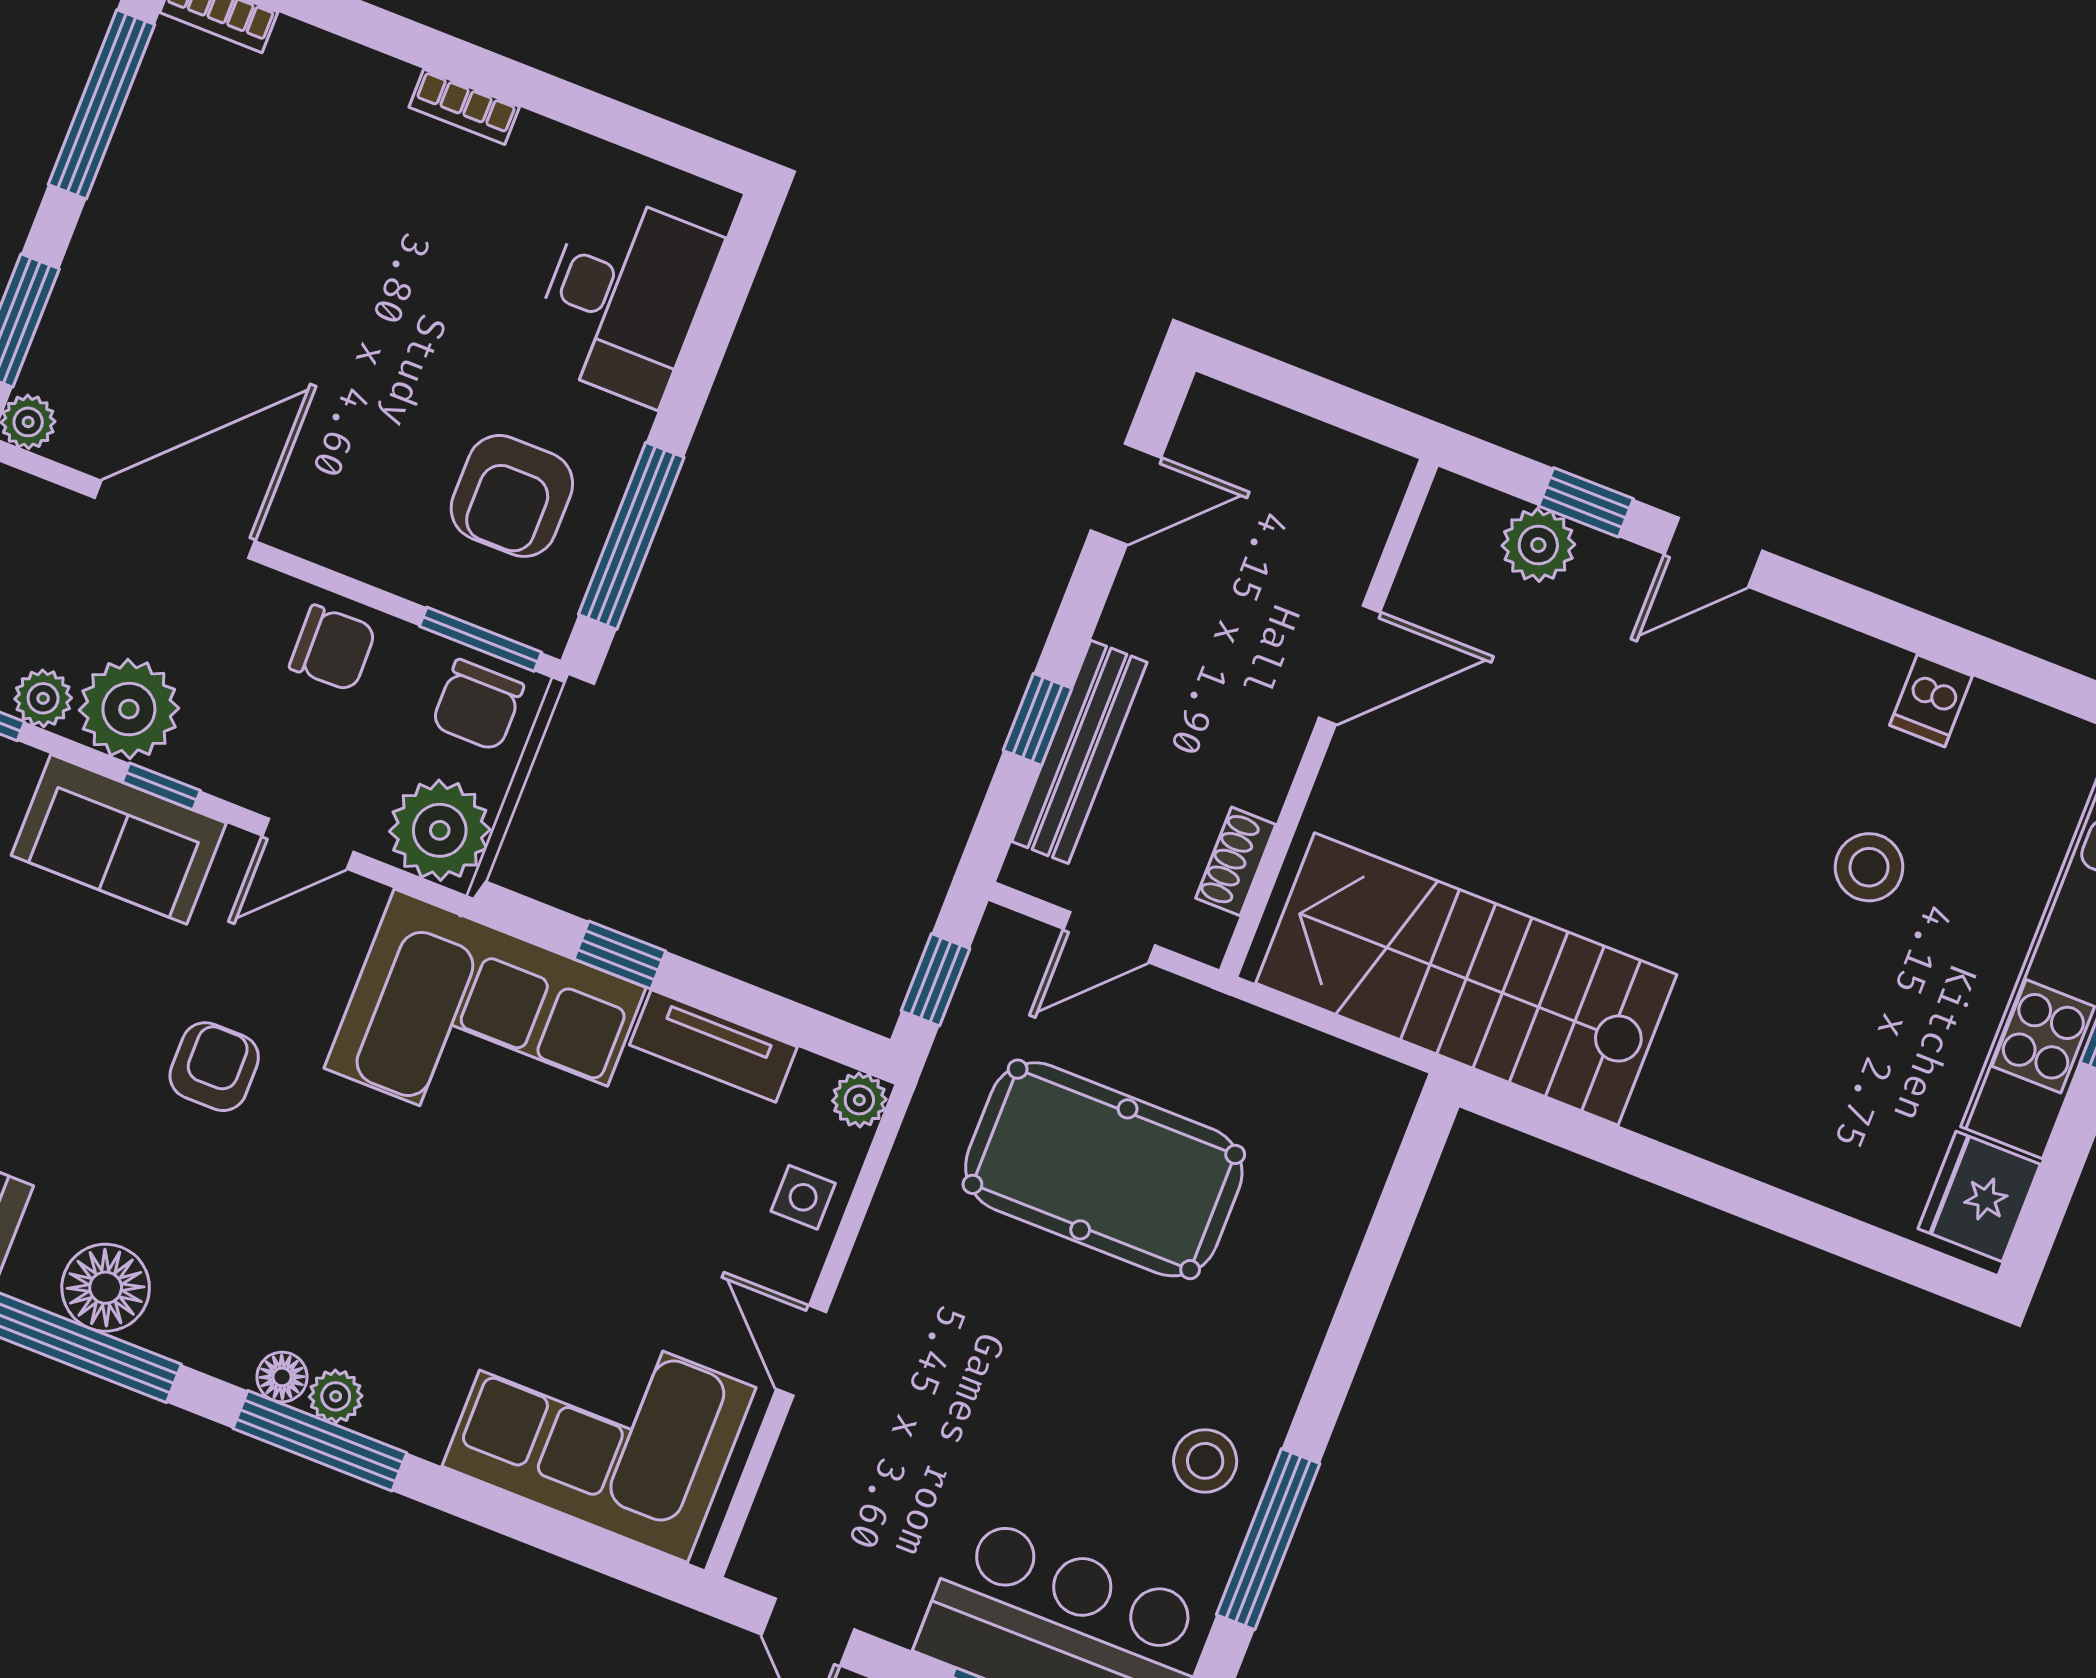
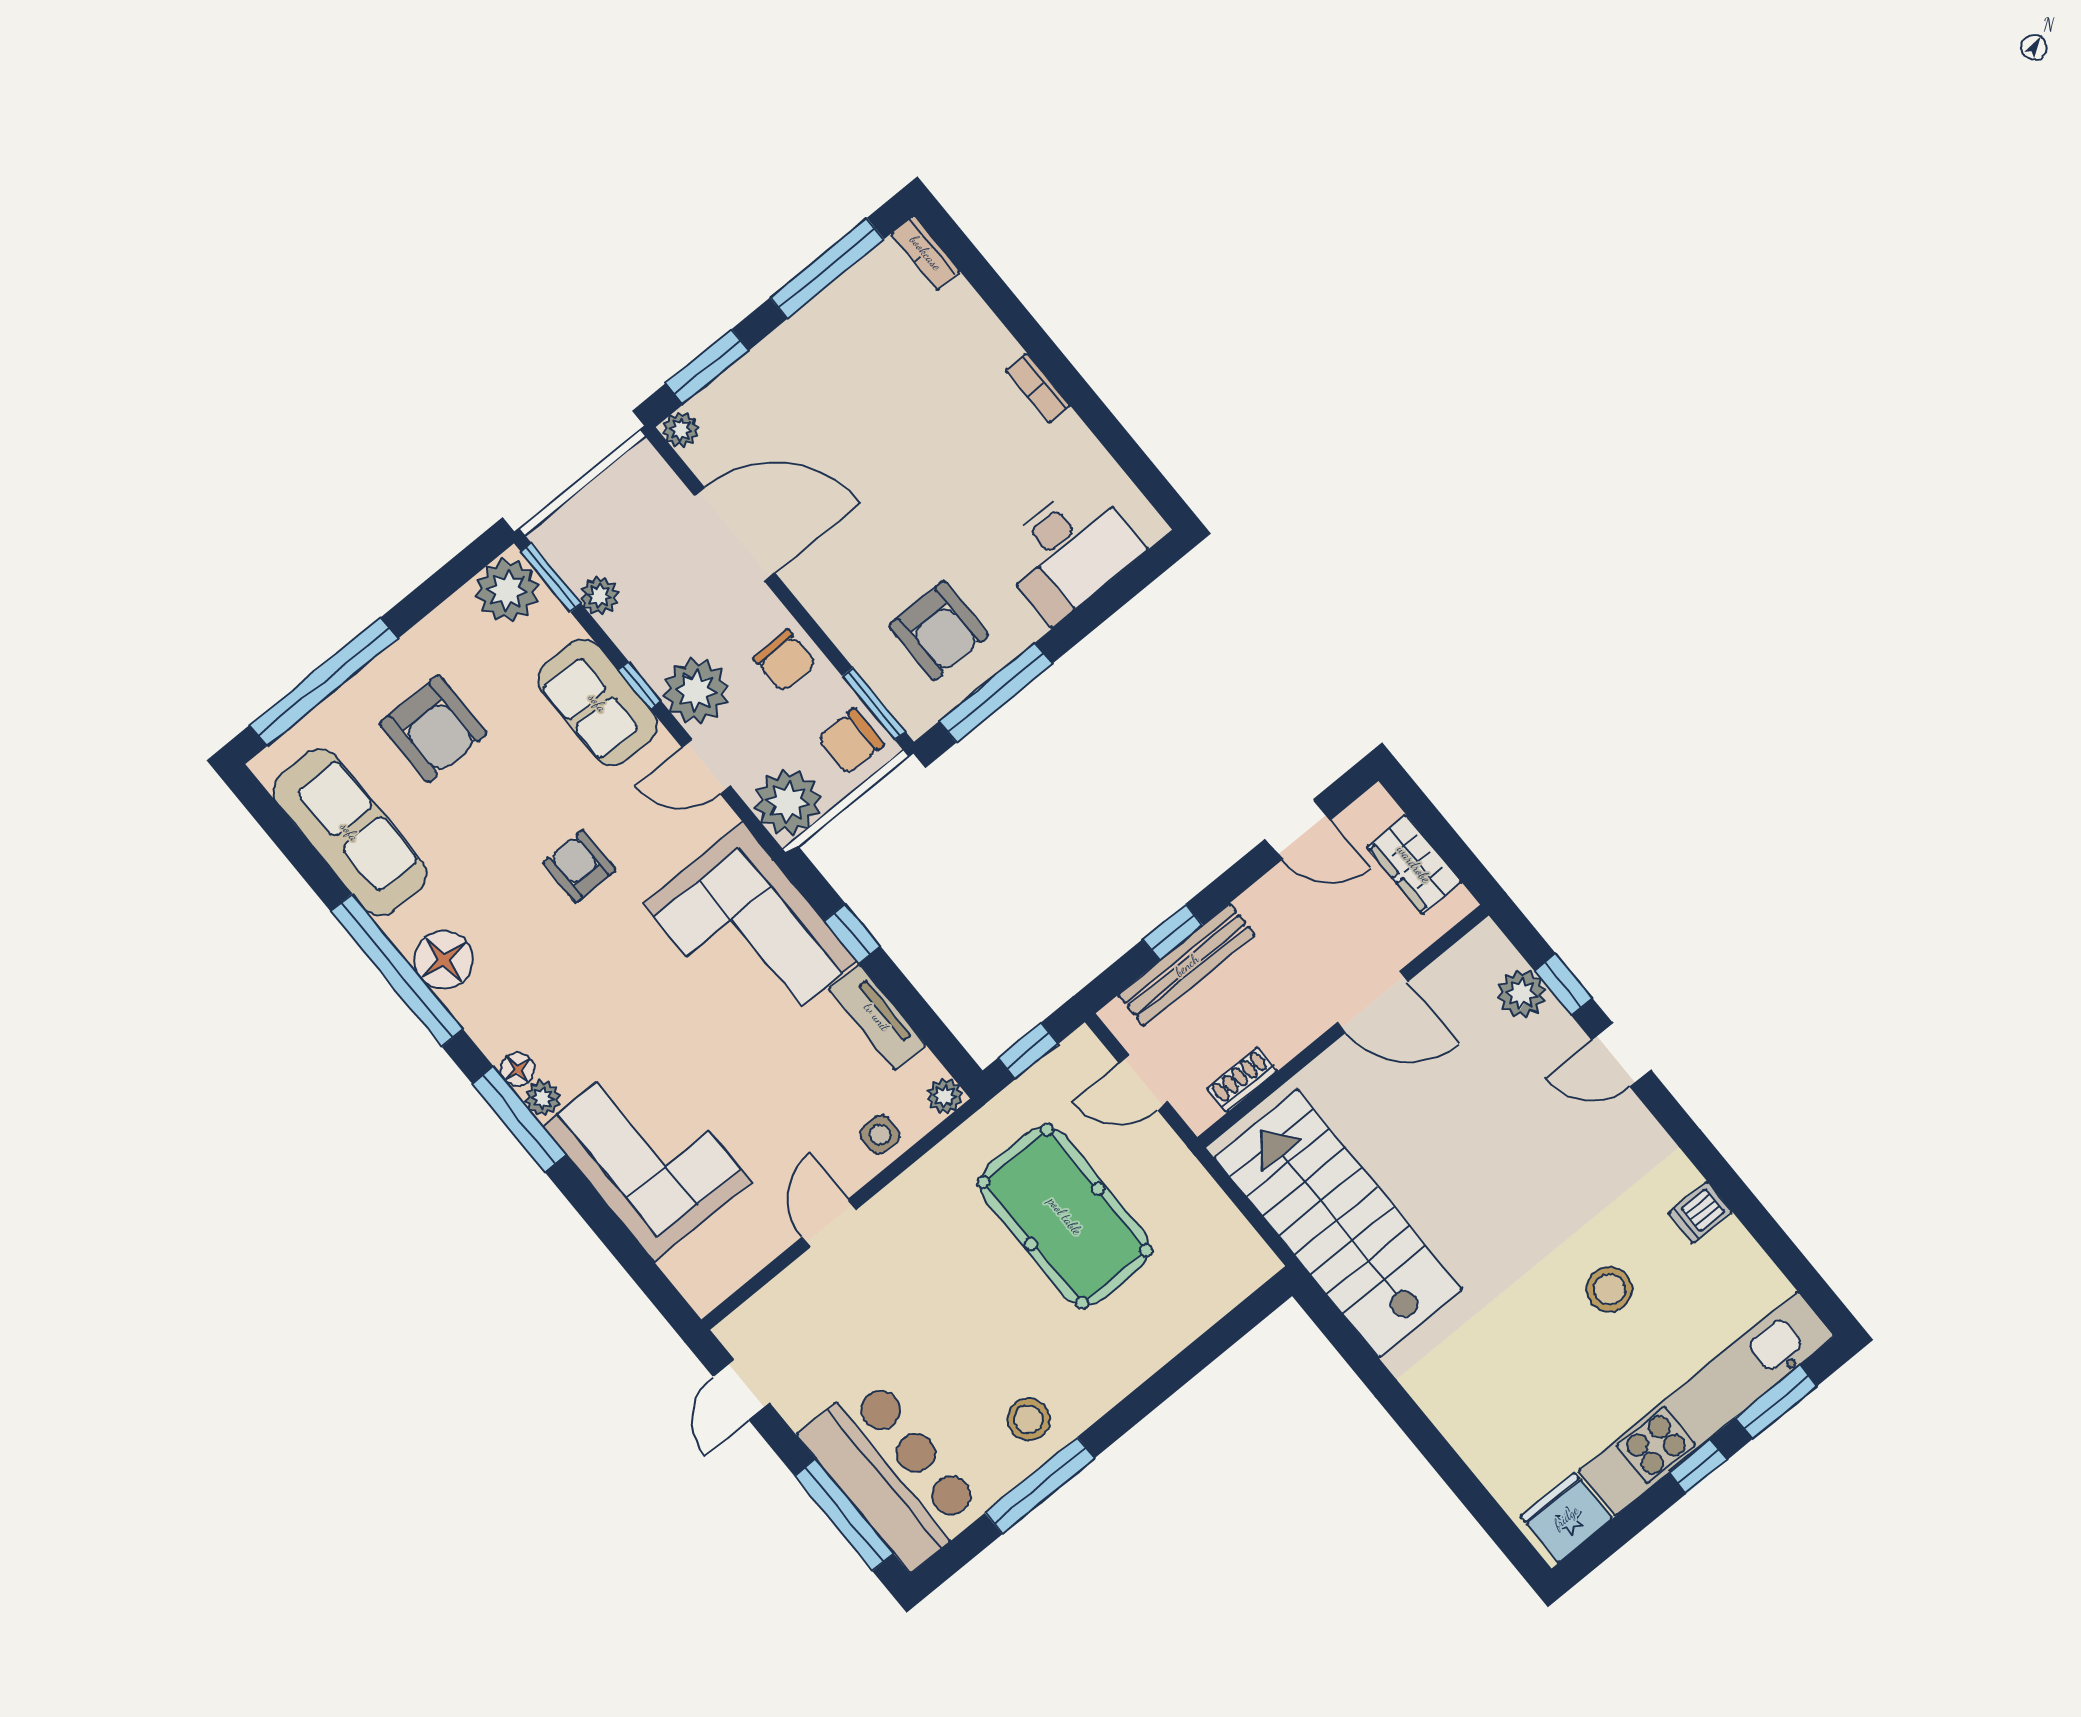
wardrobe: (1303, 455) -> (1414, 864), added
armchair: (512, 496) -> (939, 631), turned -90
plant: (129, 709) -> (696, 691), moved
armchair: (214, 1067) -> (579, 866), turned -90
corner sofa: (599, 1427) -> (647, 1154), moved

